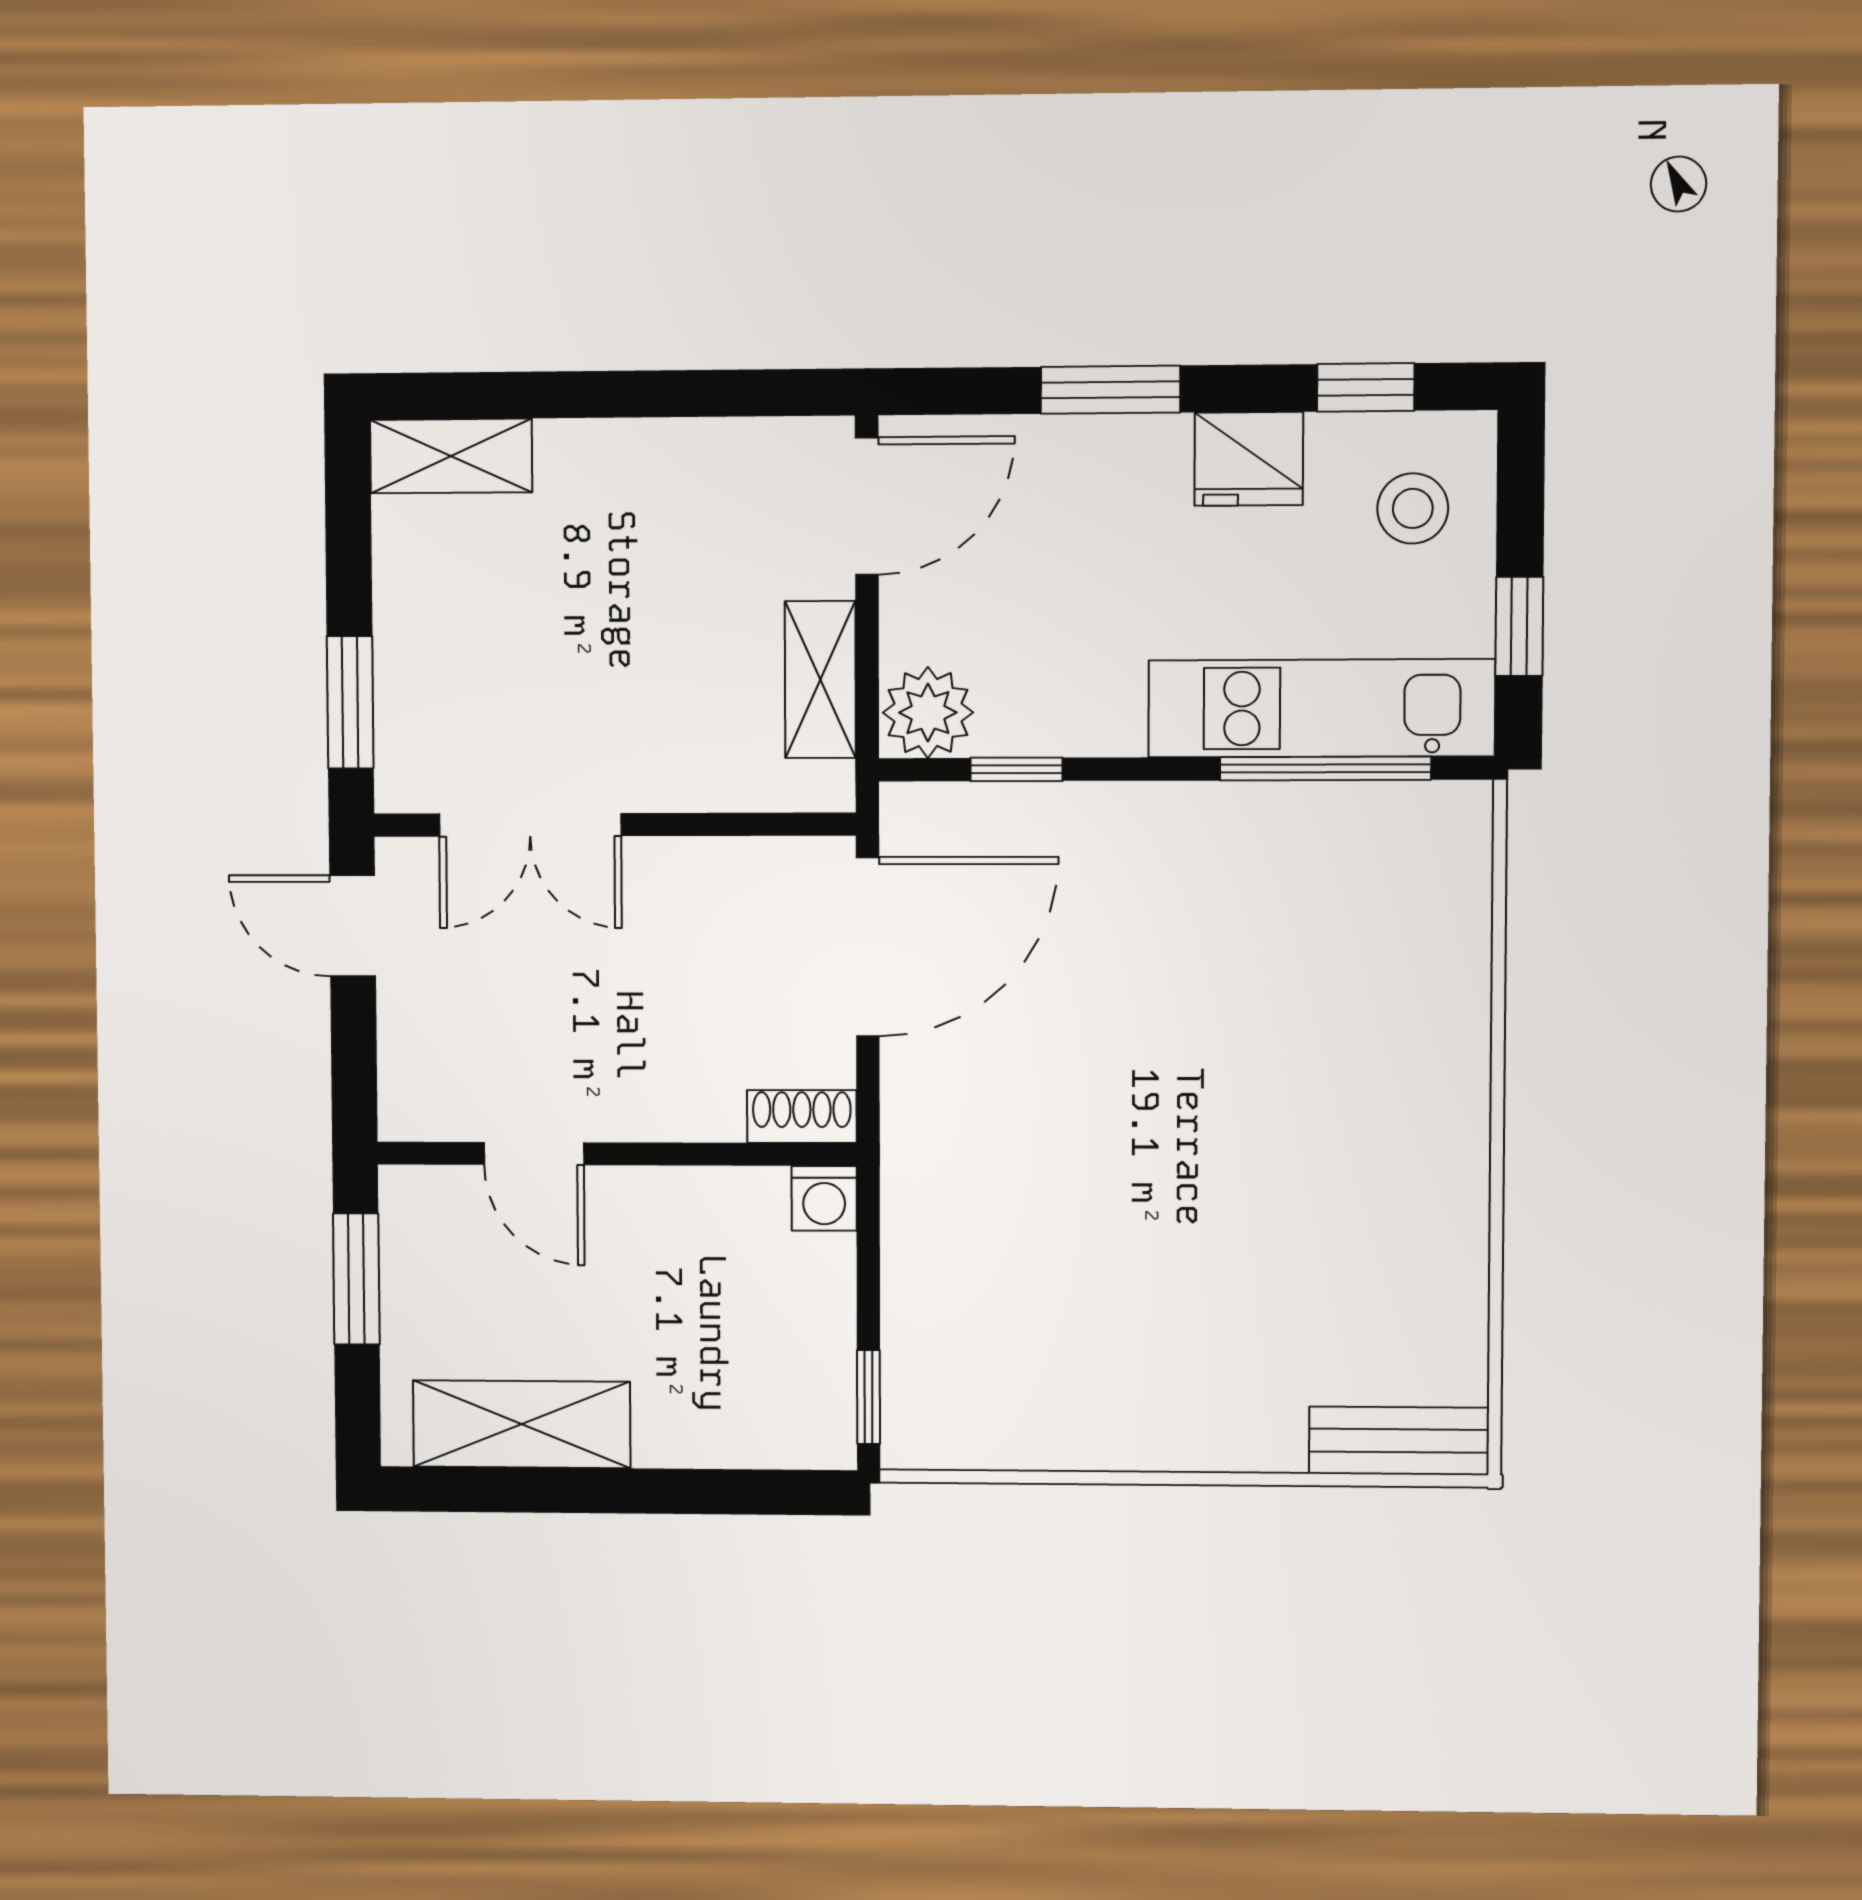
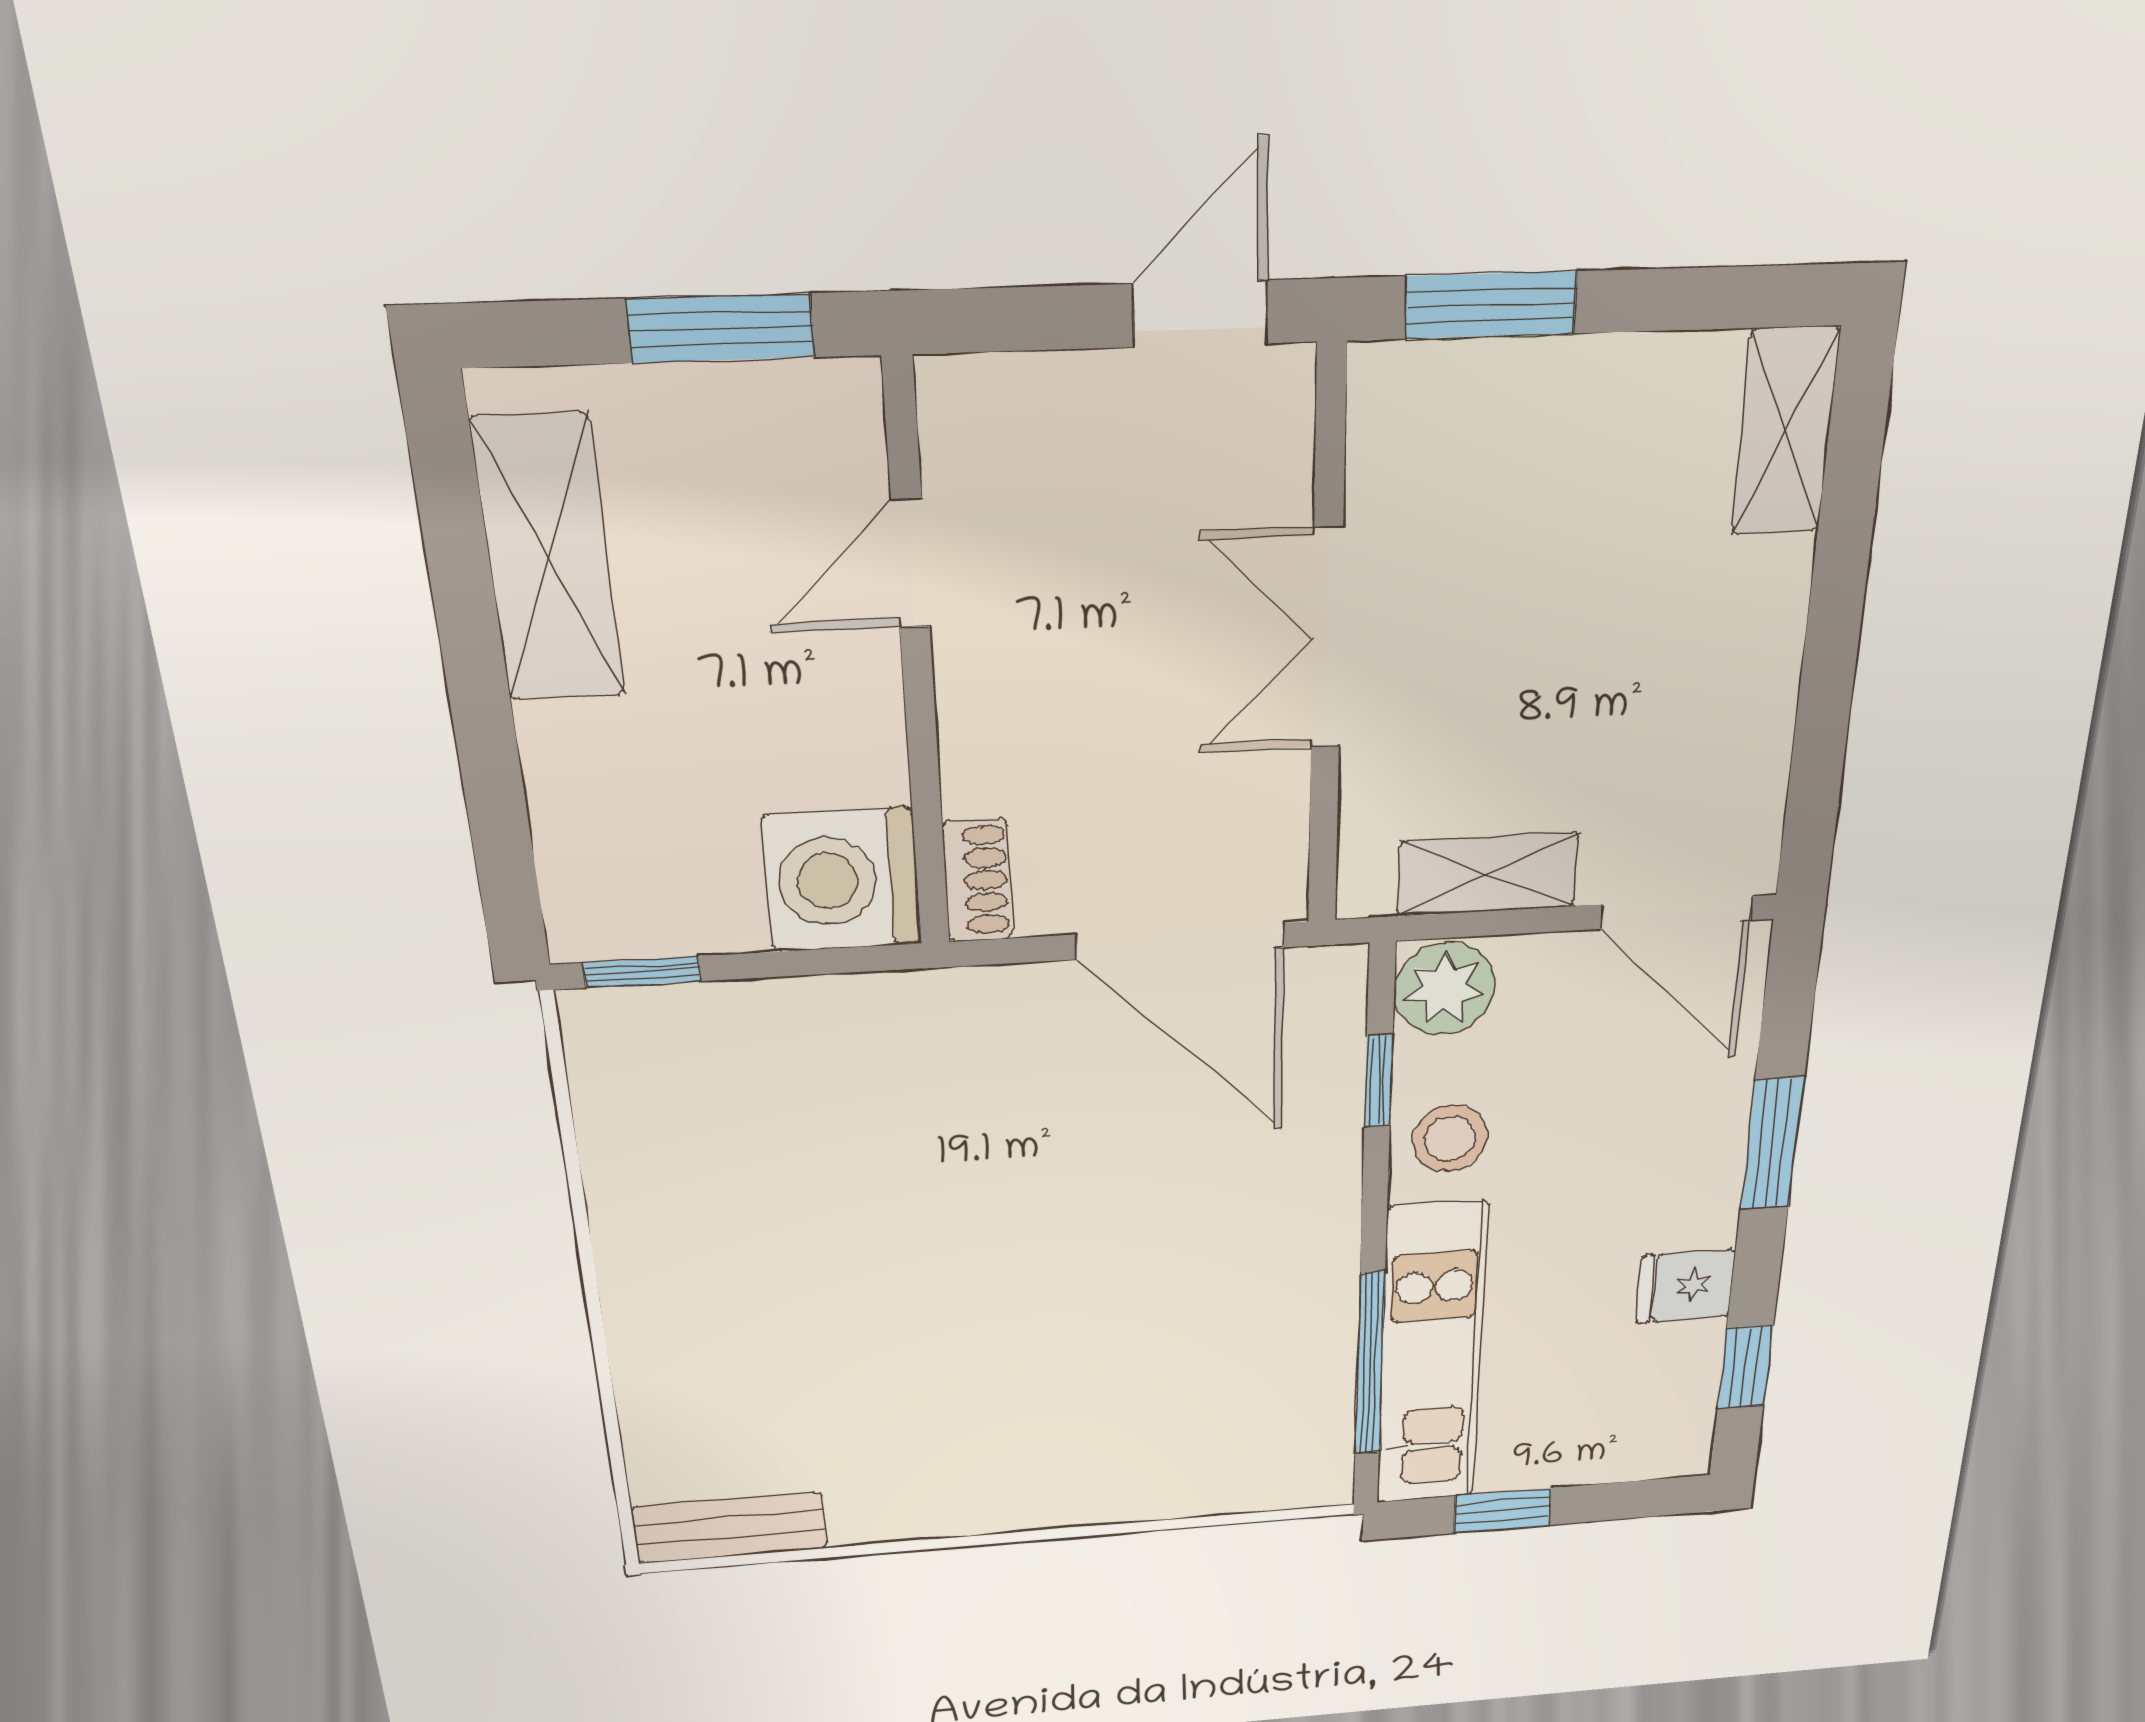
fridge: (1249, 459) -> (1686, 1286), width x0.72
stool: (1413, 508) -> (1450, 1138), moved
double door: (530, 825) -> (1327, 639), moved
washing machine: (824, 1198) -> (842, 880), width x1.89, depth x1.89
bench: (1399, 1441) -> (730, 1528), moved, turned 90

